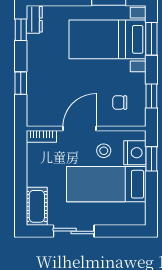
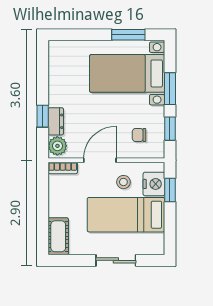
dresser: (34, 19) -> (56, 121), moved
window: (21, 30) -> (43, 64), removed
window: (151, 39) -> (170, 89), moved
plant: (36, 114) -> (57, 146), added
sliding door: (74, 231) -> (116, 260), moved

